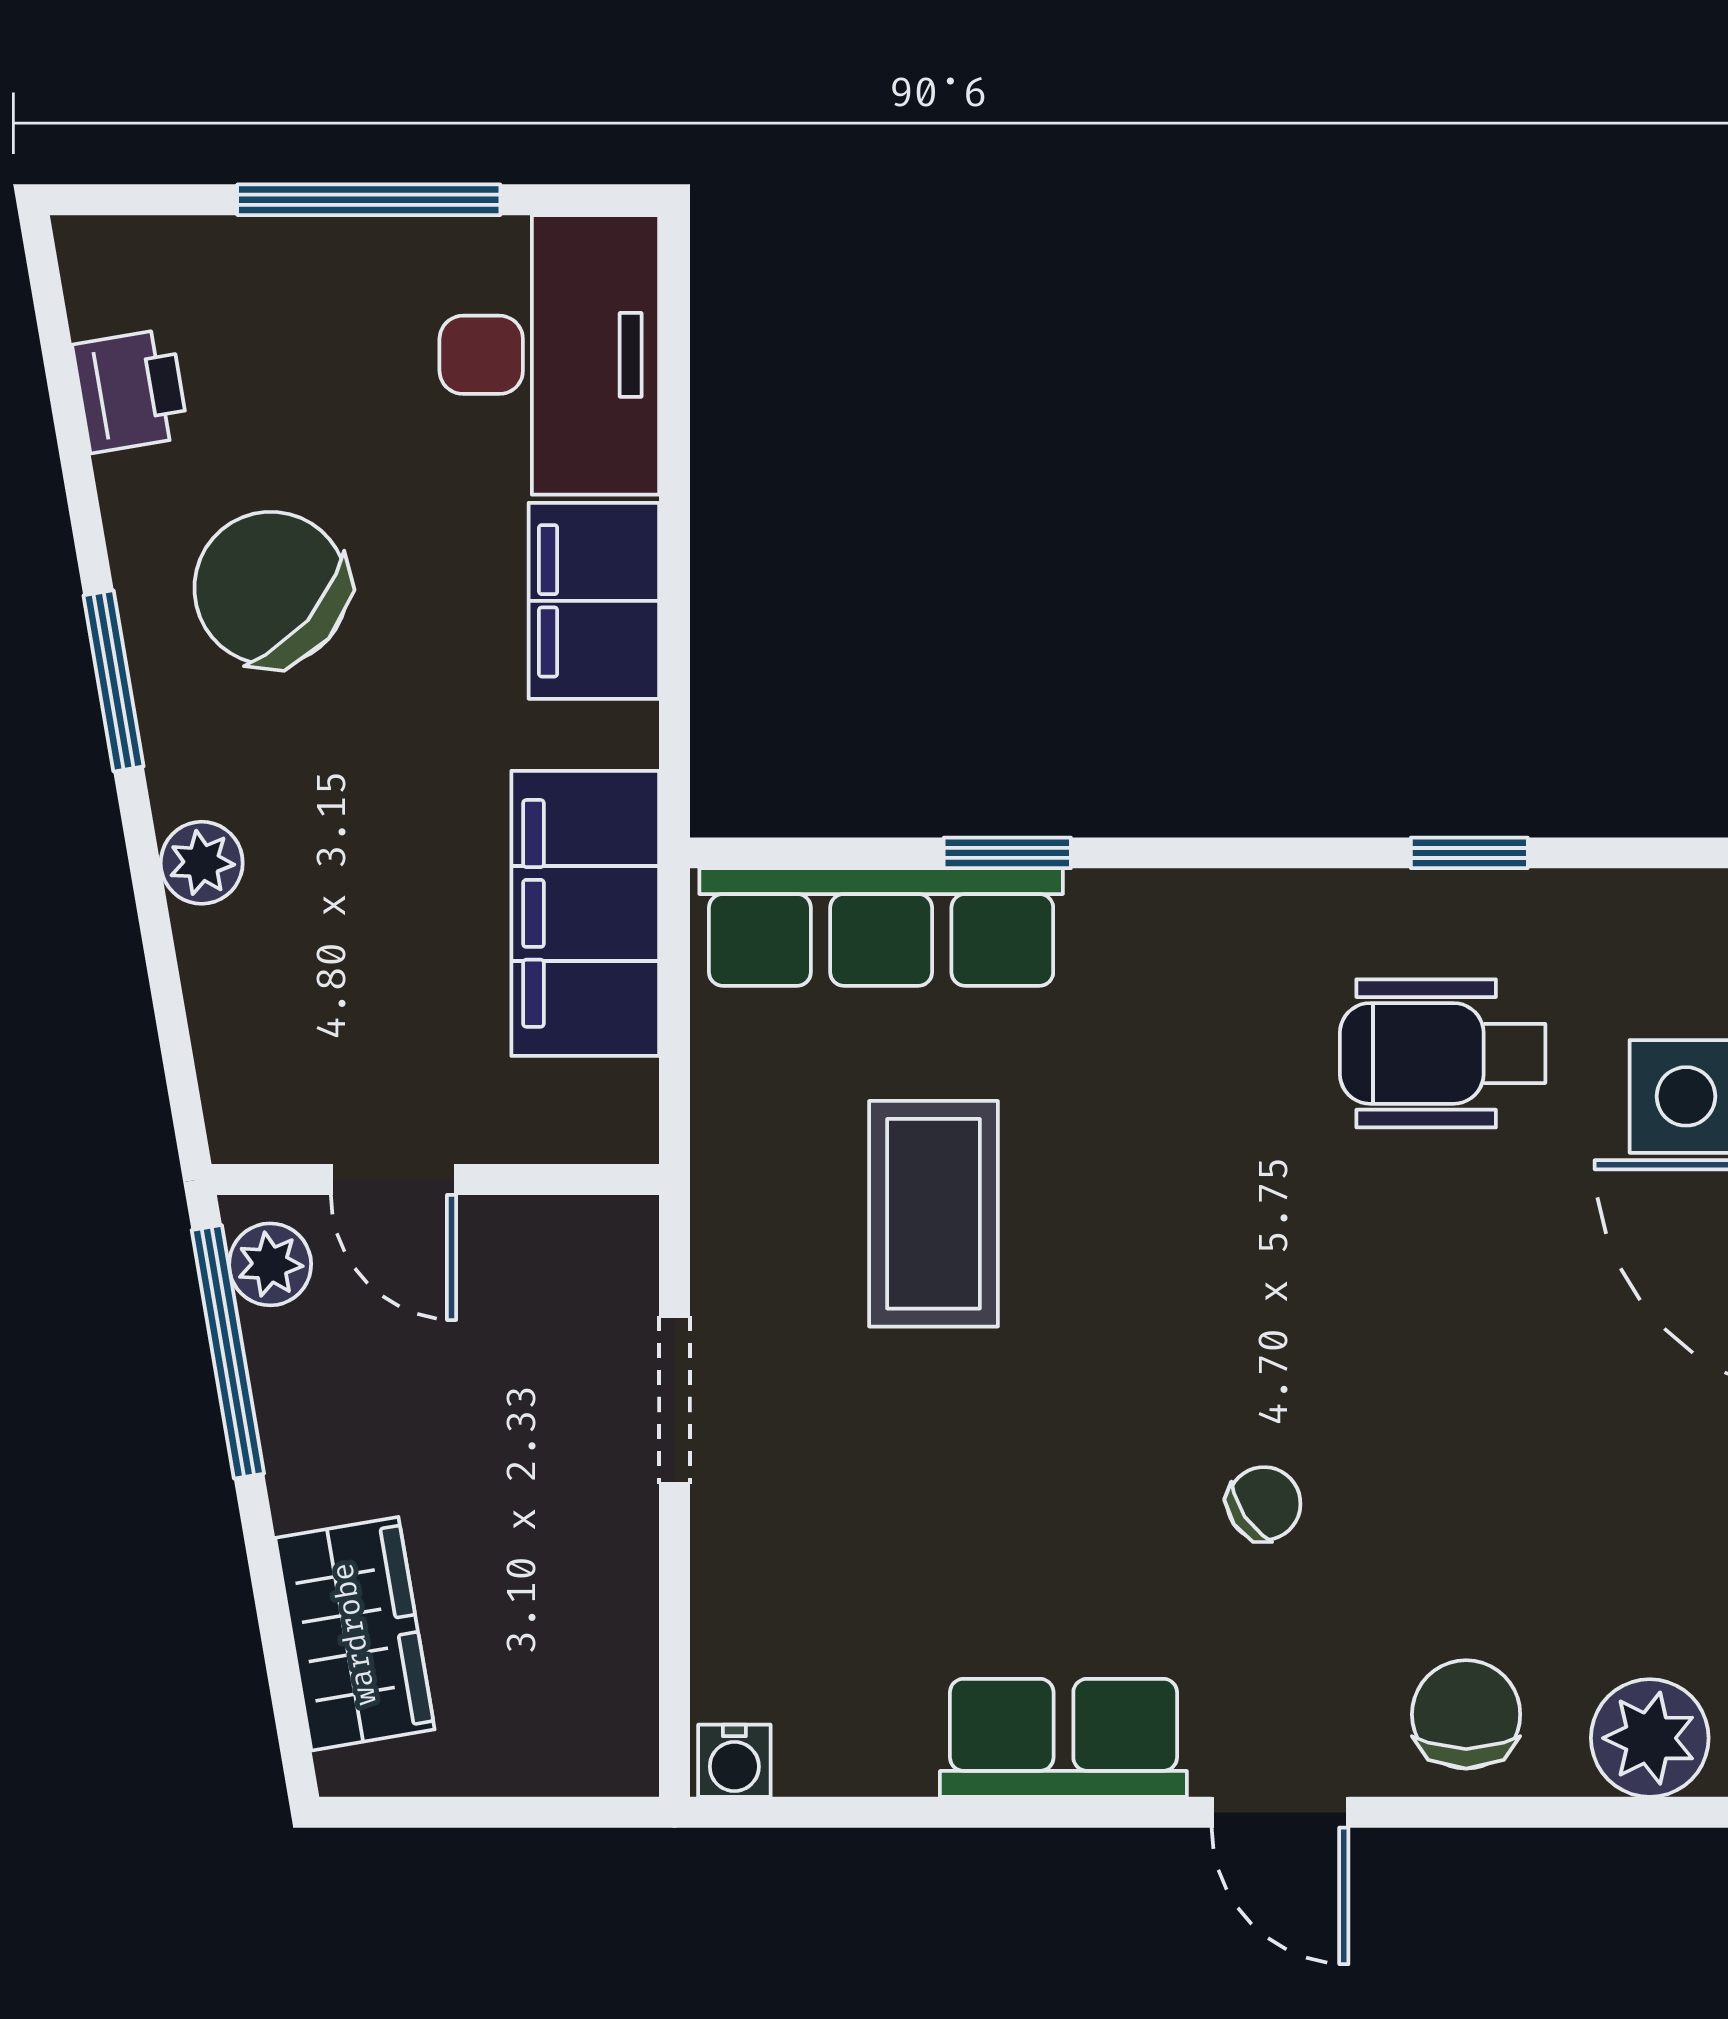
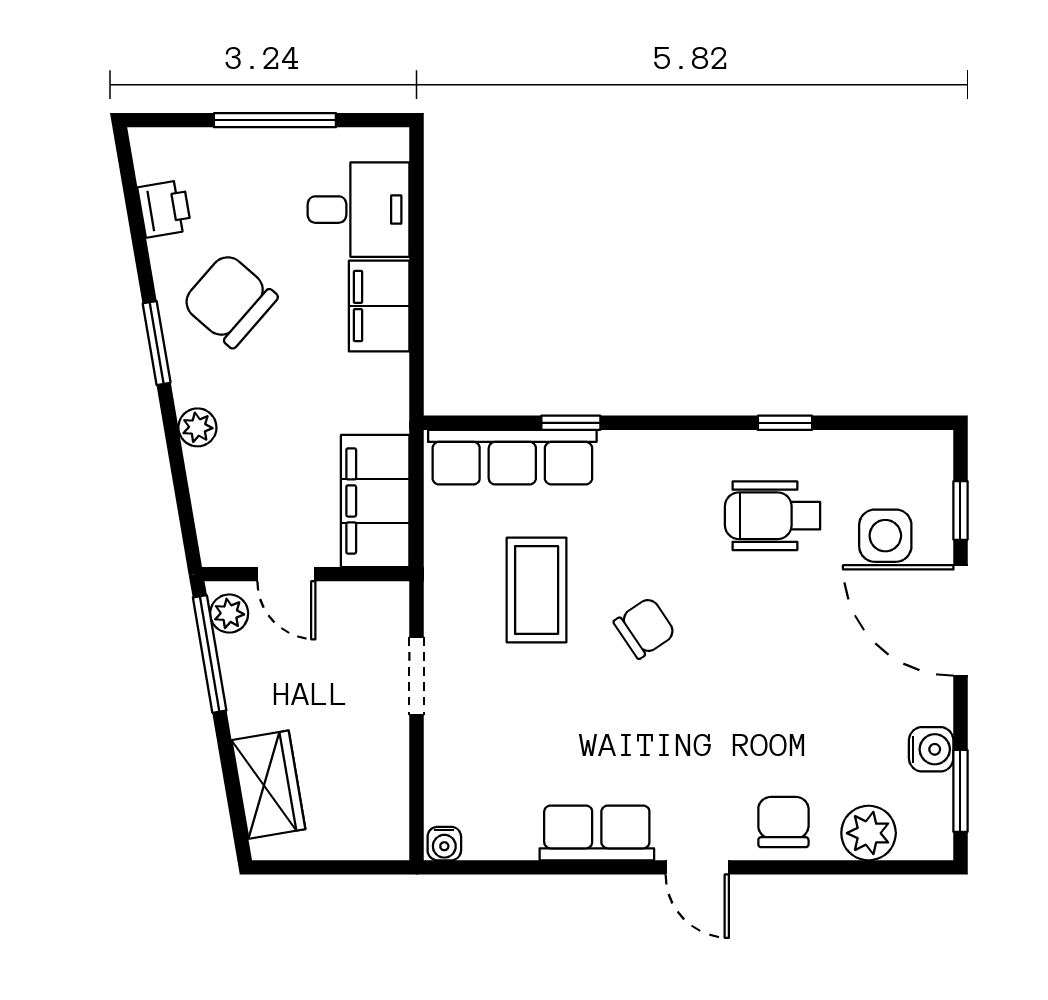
desk: (549, 355) -> (359, 210), width x0.73
filing cabinet: (585, 913) -> (375, 501), moved
chair: (1264, 1504) -> (645, 628), moved, width x1.37, depth x1.37

